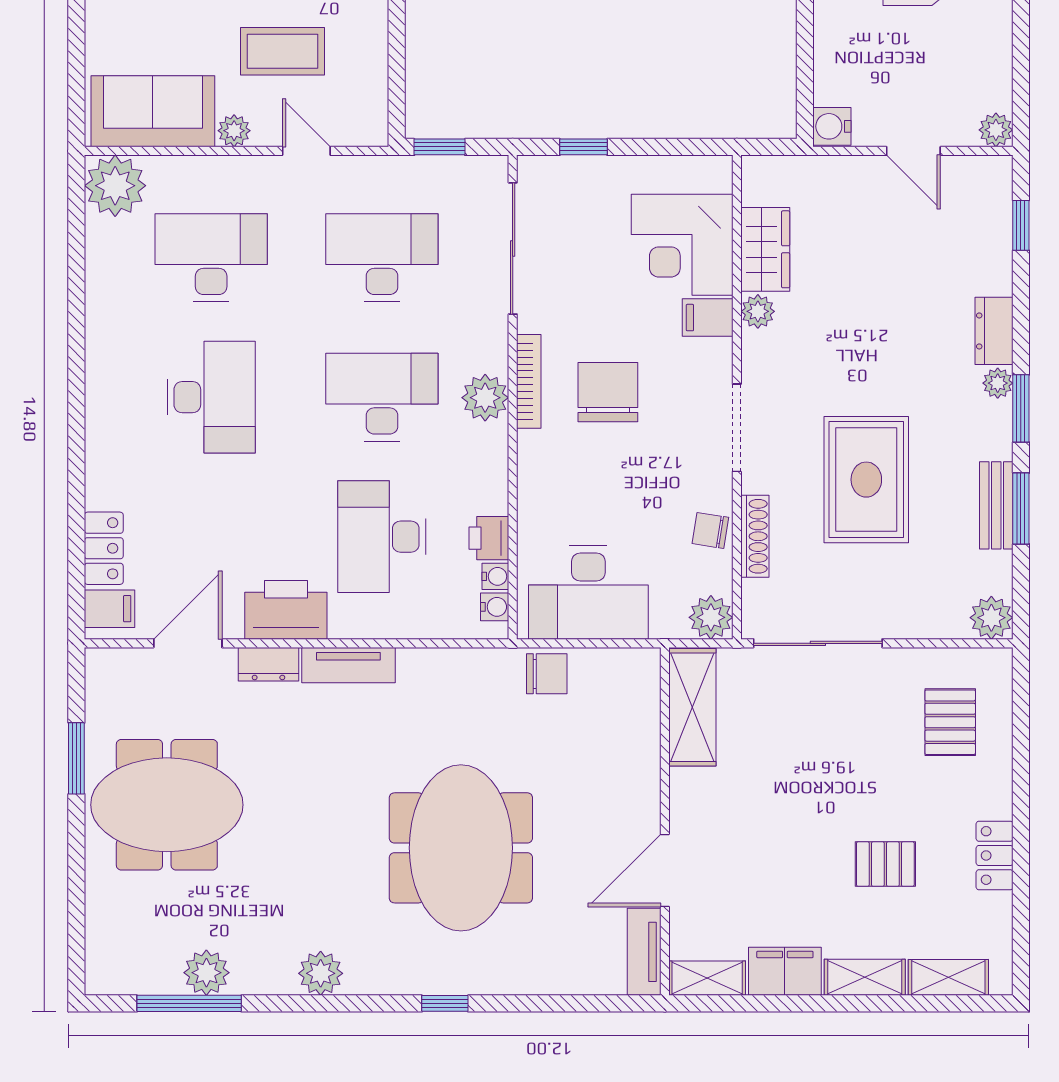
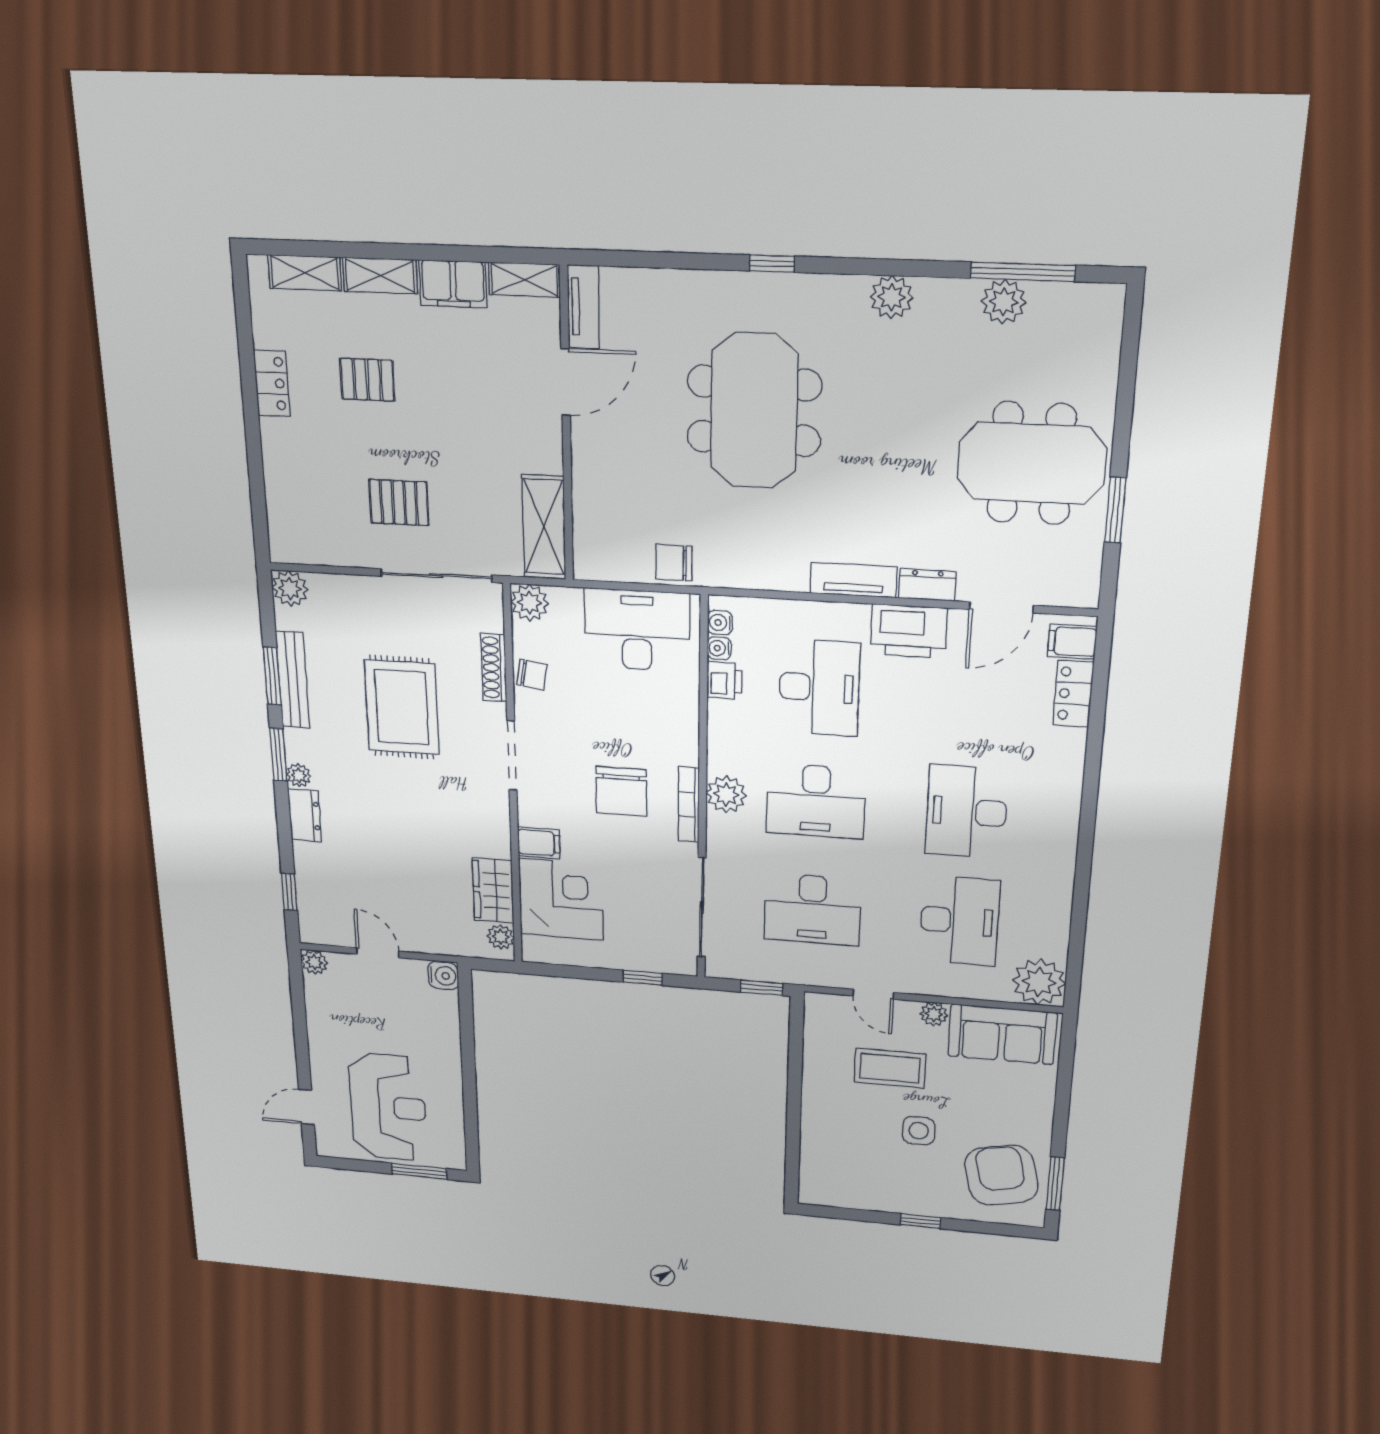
desk: (211, 258) -> (959, 921), turned -90
plant: (758, 311) -> (501, 937), moved
bench: (996, 505) -> (293, 680), width x1.36
pallet: (950, 722) -> (399, 503), moved, turned 90

